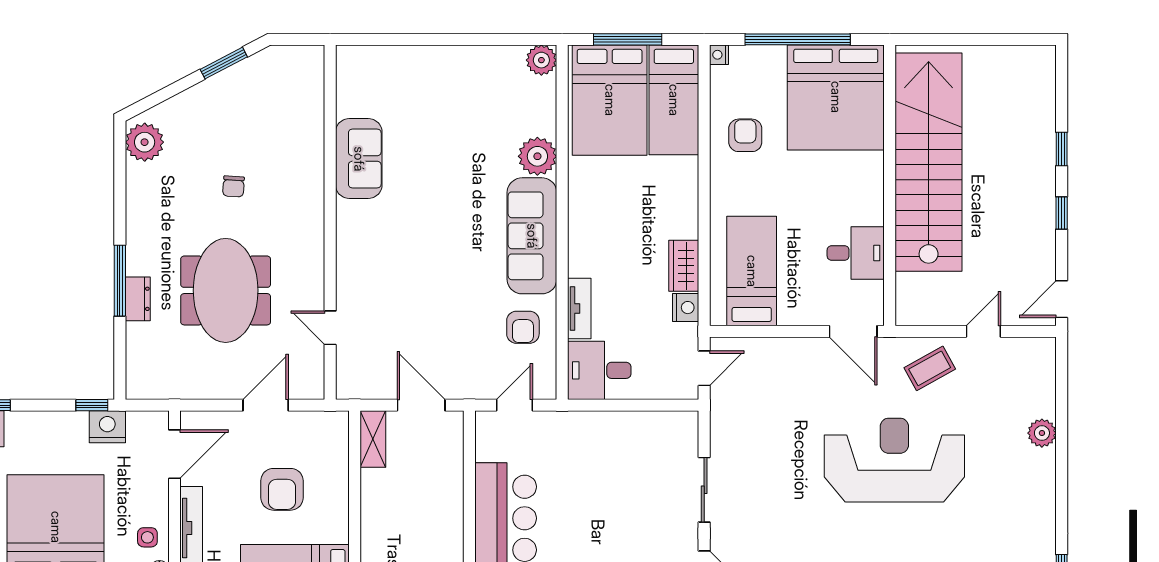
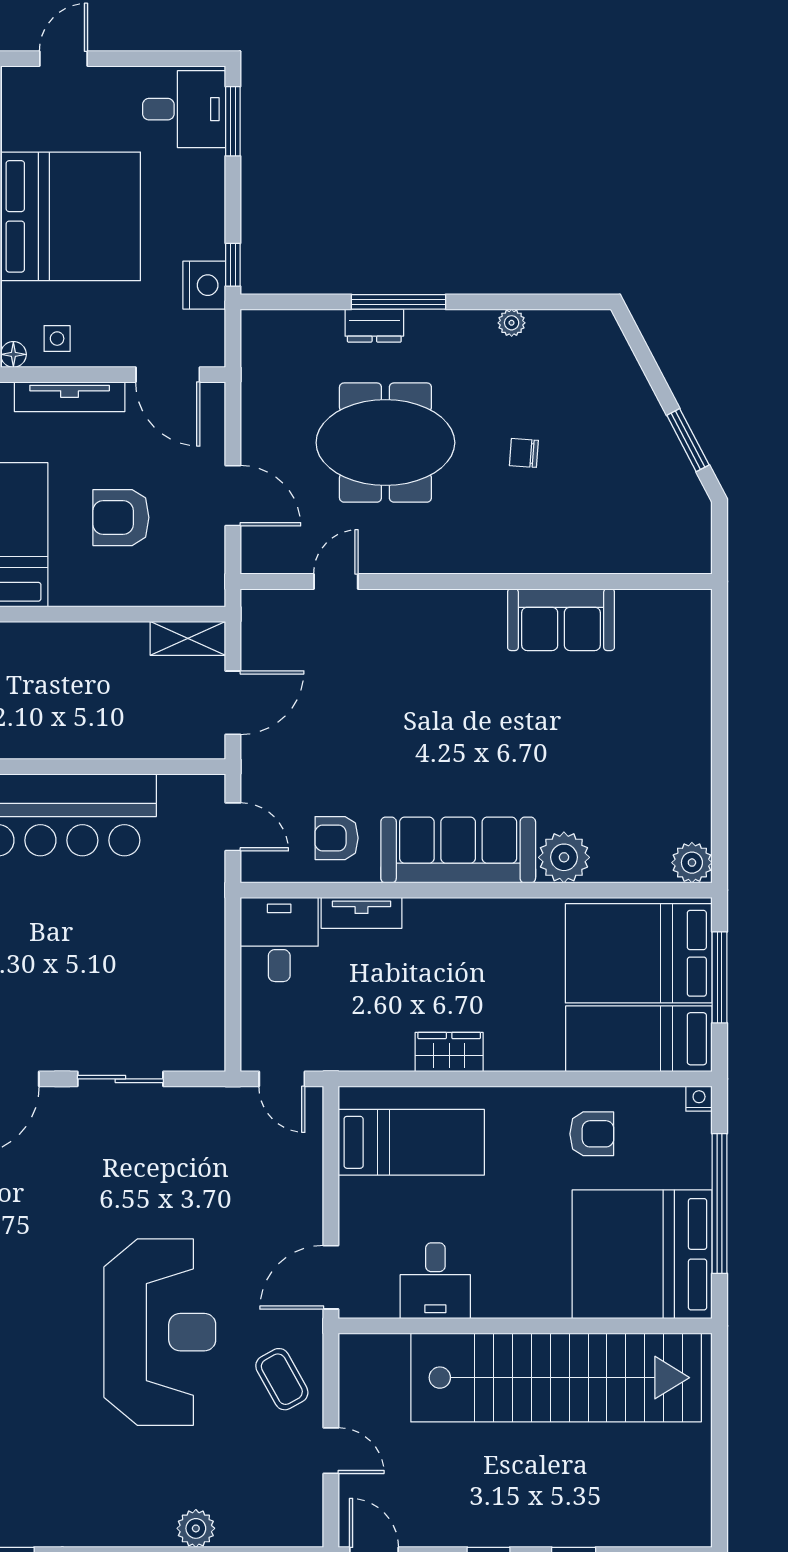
plant: (145, 142) -> (512, 323), moved, width x0.53, depth x0.53
wardrobe: (684, 266) -> (449, 1052), moved
nightstand: (686, 308) -> (363, 1054), removed

